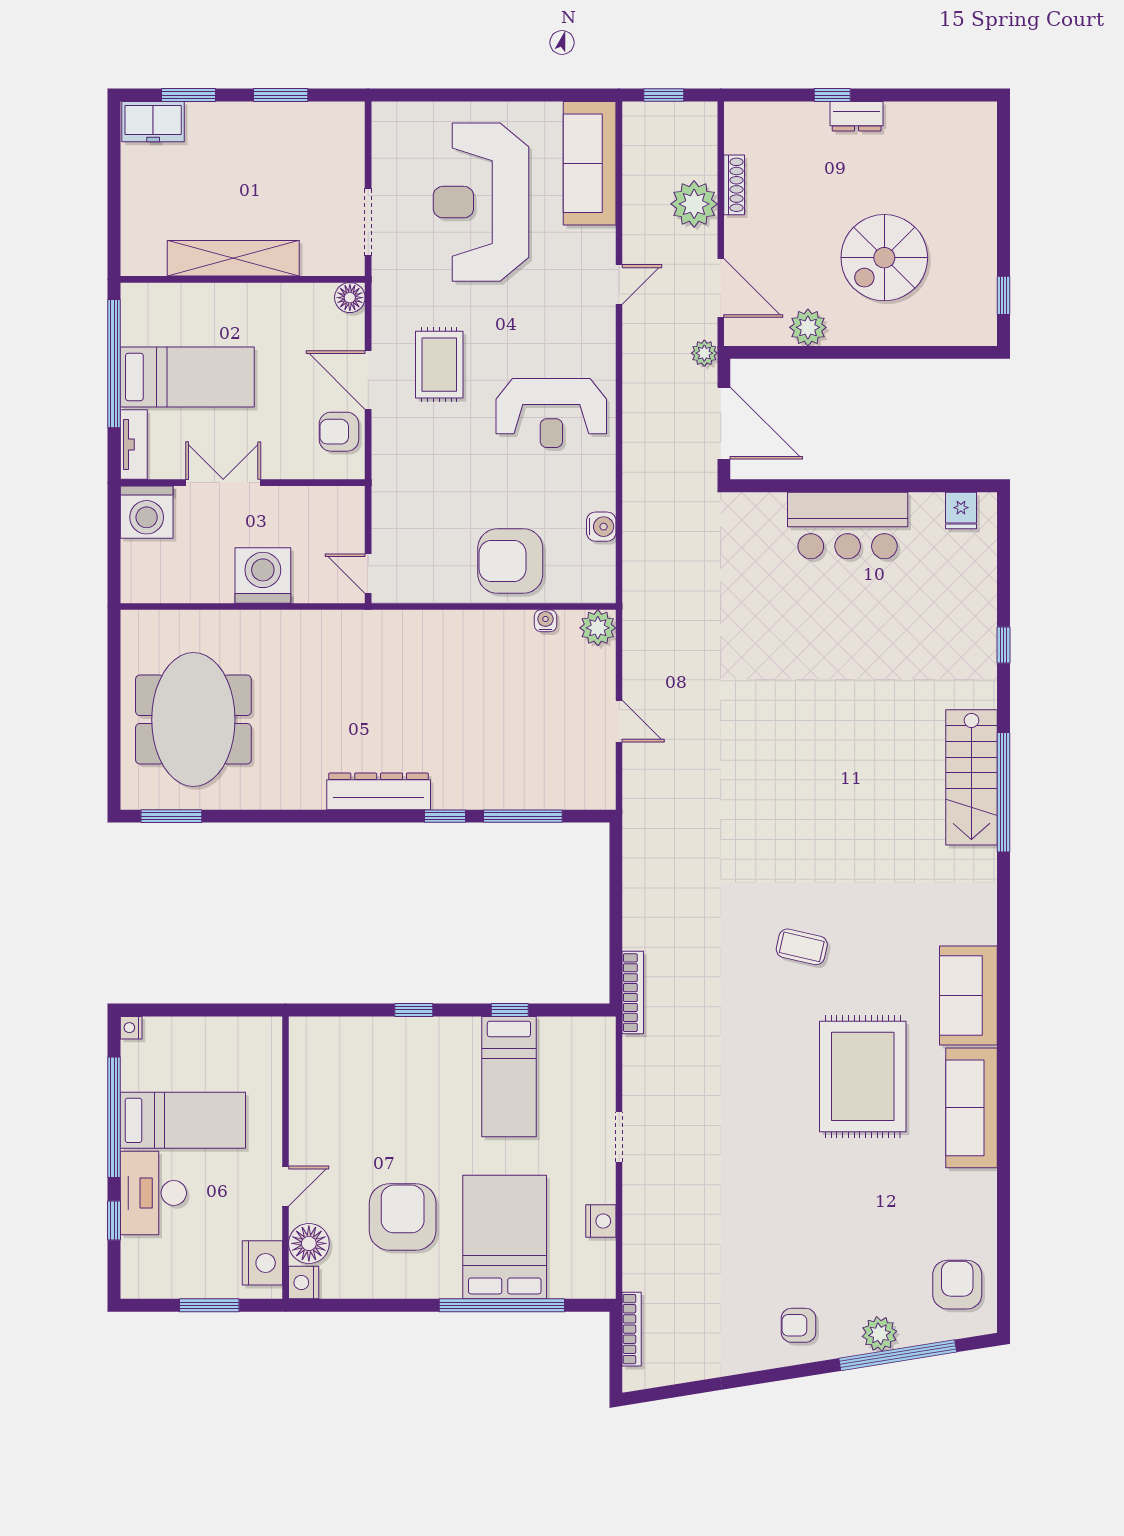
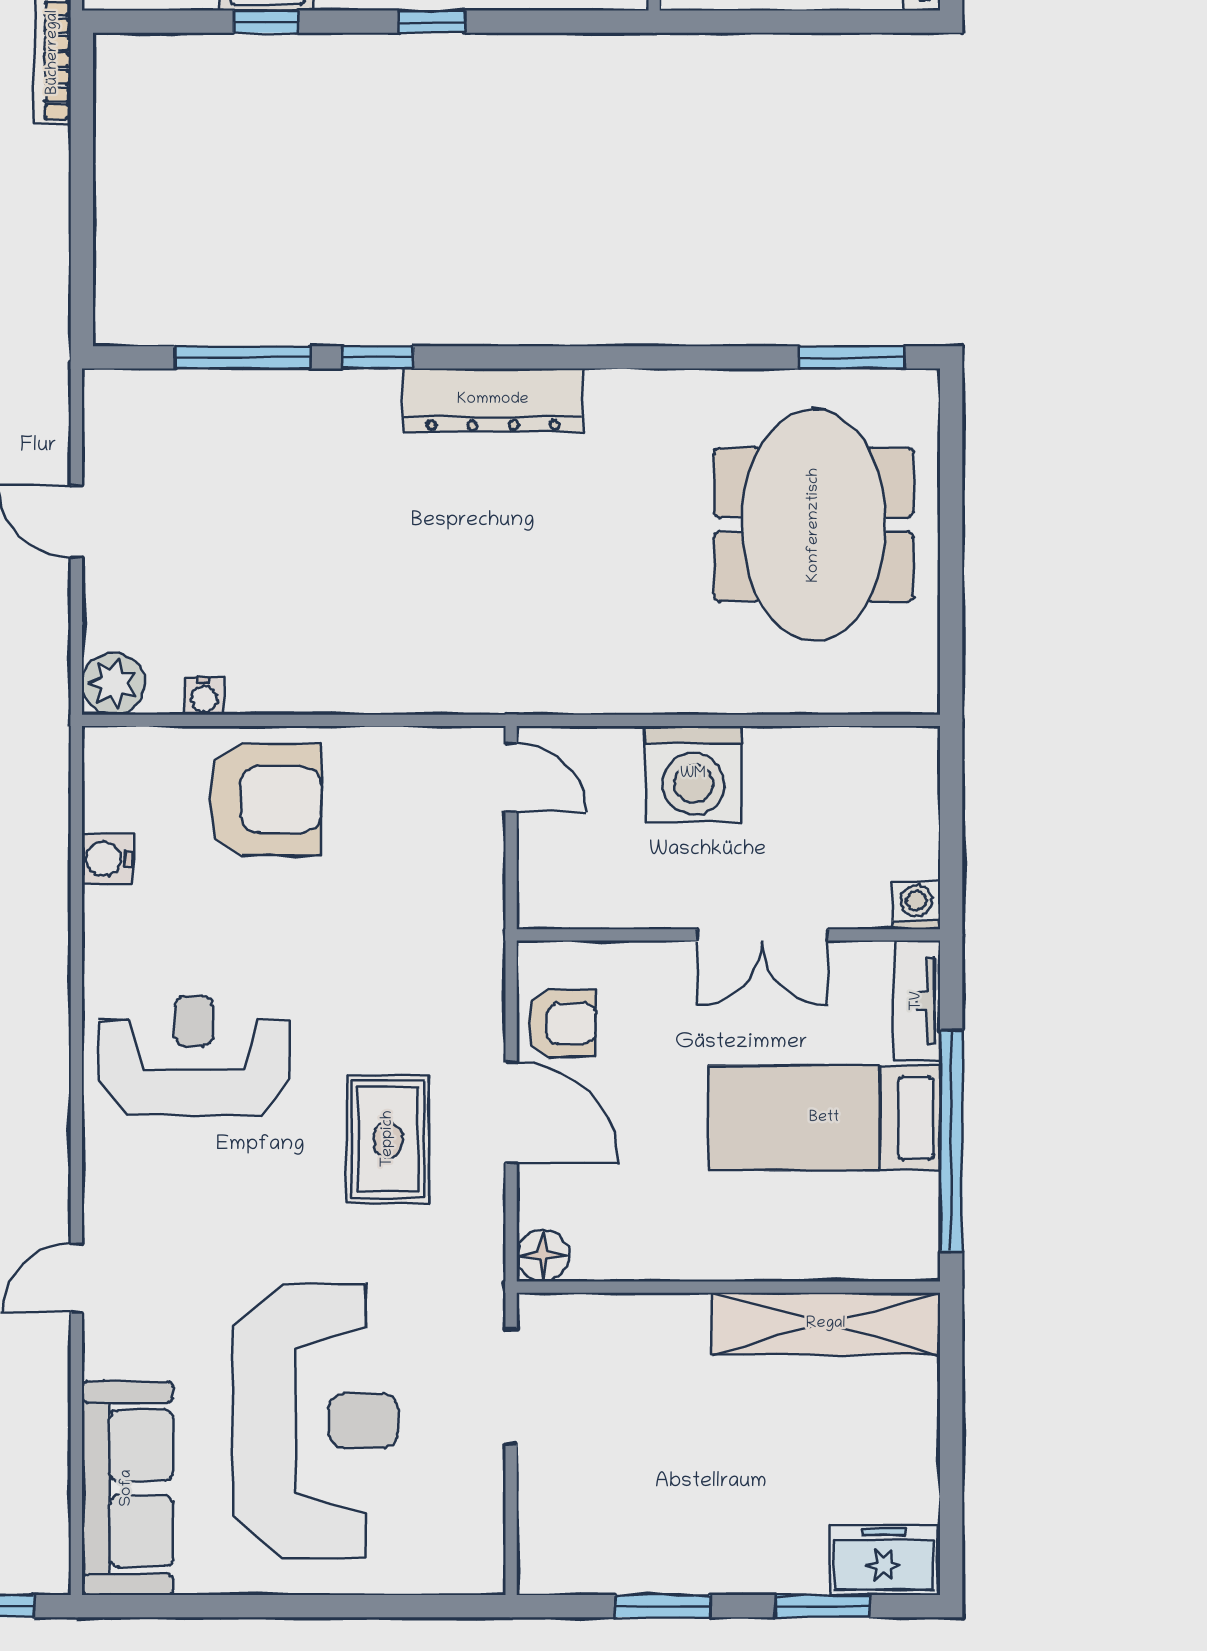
shelving: (233, 258) -> (826, 1324), moved
washing machine: (147, 512) -> (916, 905), width x0.53, depth x0.53

